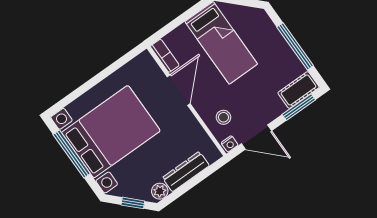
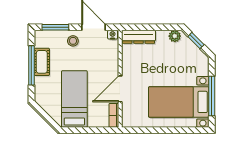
cot: (298, 90) -> (42, 62), moved, turned 90
stool: (223, 117) -> (73, 41), moved
bed with nightstands: (111, 132) -> (179, 102), width x0.73
dresser: (186, 172) -> (138, 37), moved

